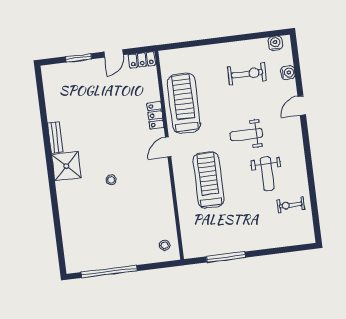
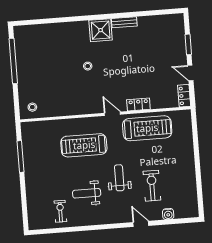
water cooler: (275, 43) -> (193, 205), removed
exercise bike: (247, 74) -> (152, 186), moved, turned 180
treadmill: (208, 180) -> (84, 145), turned 180

